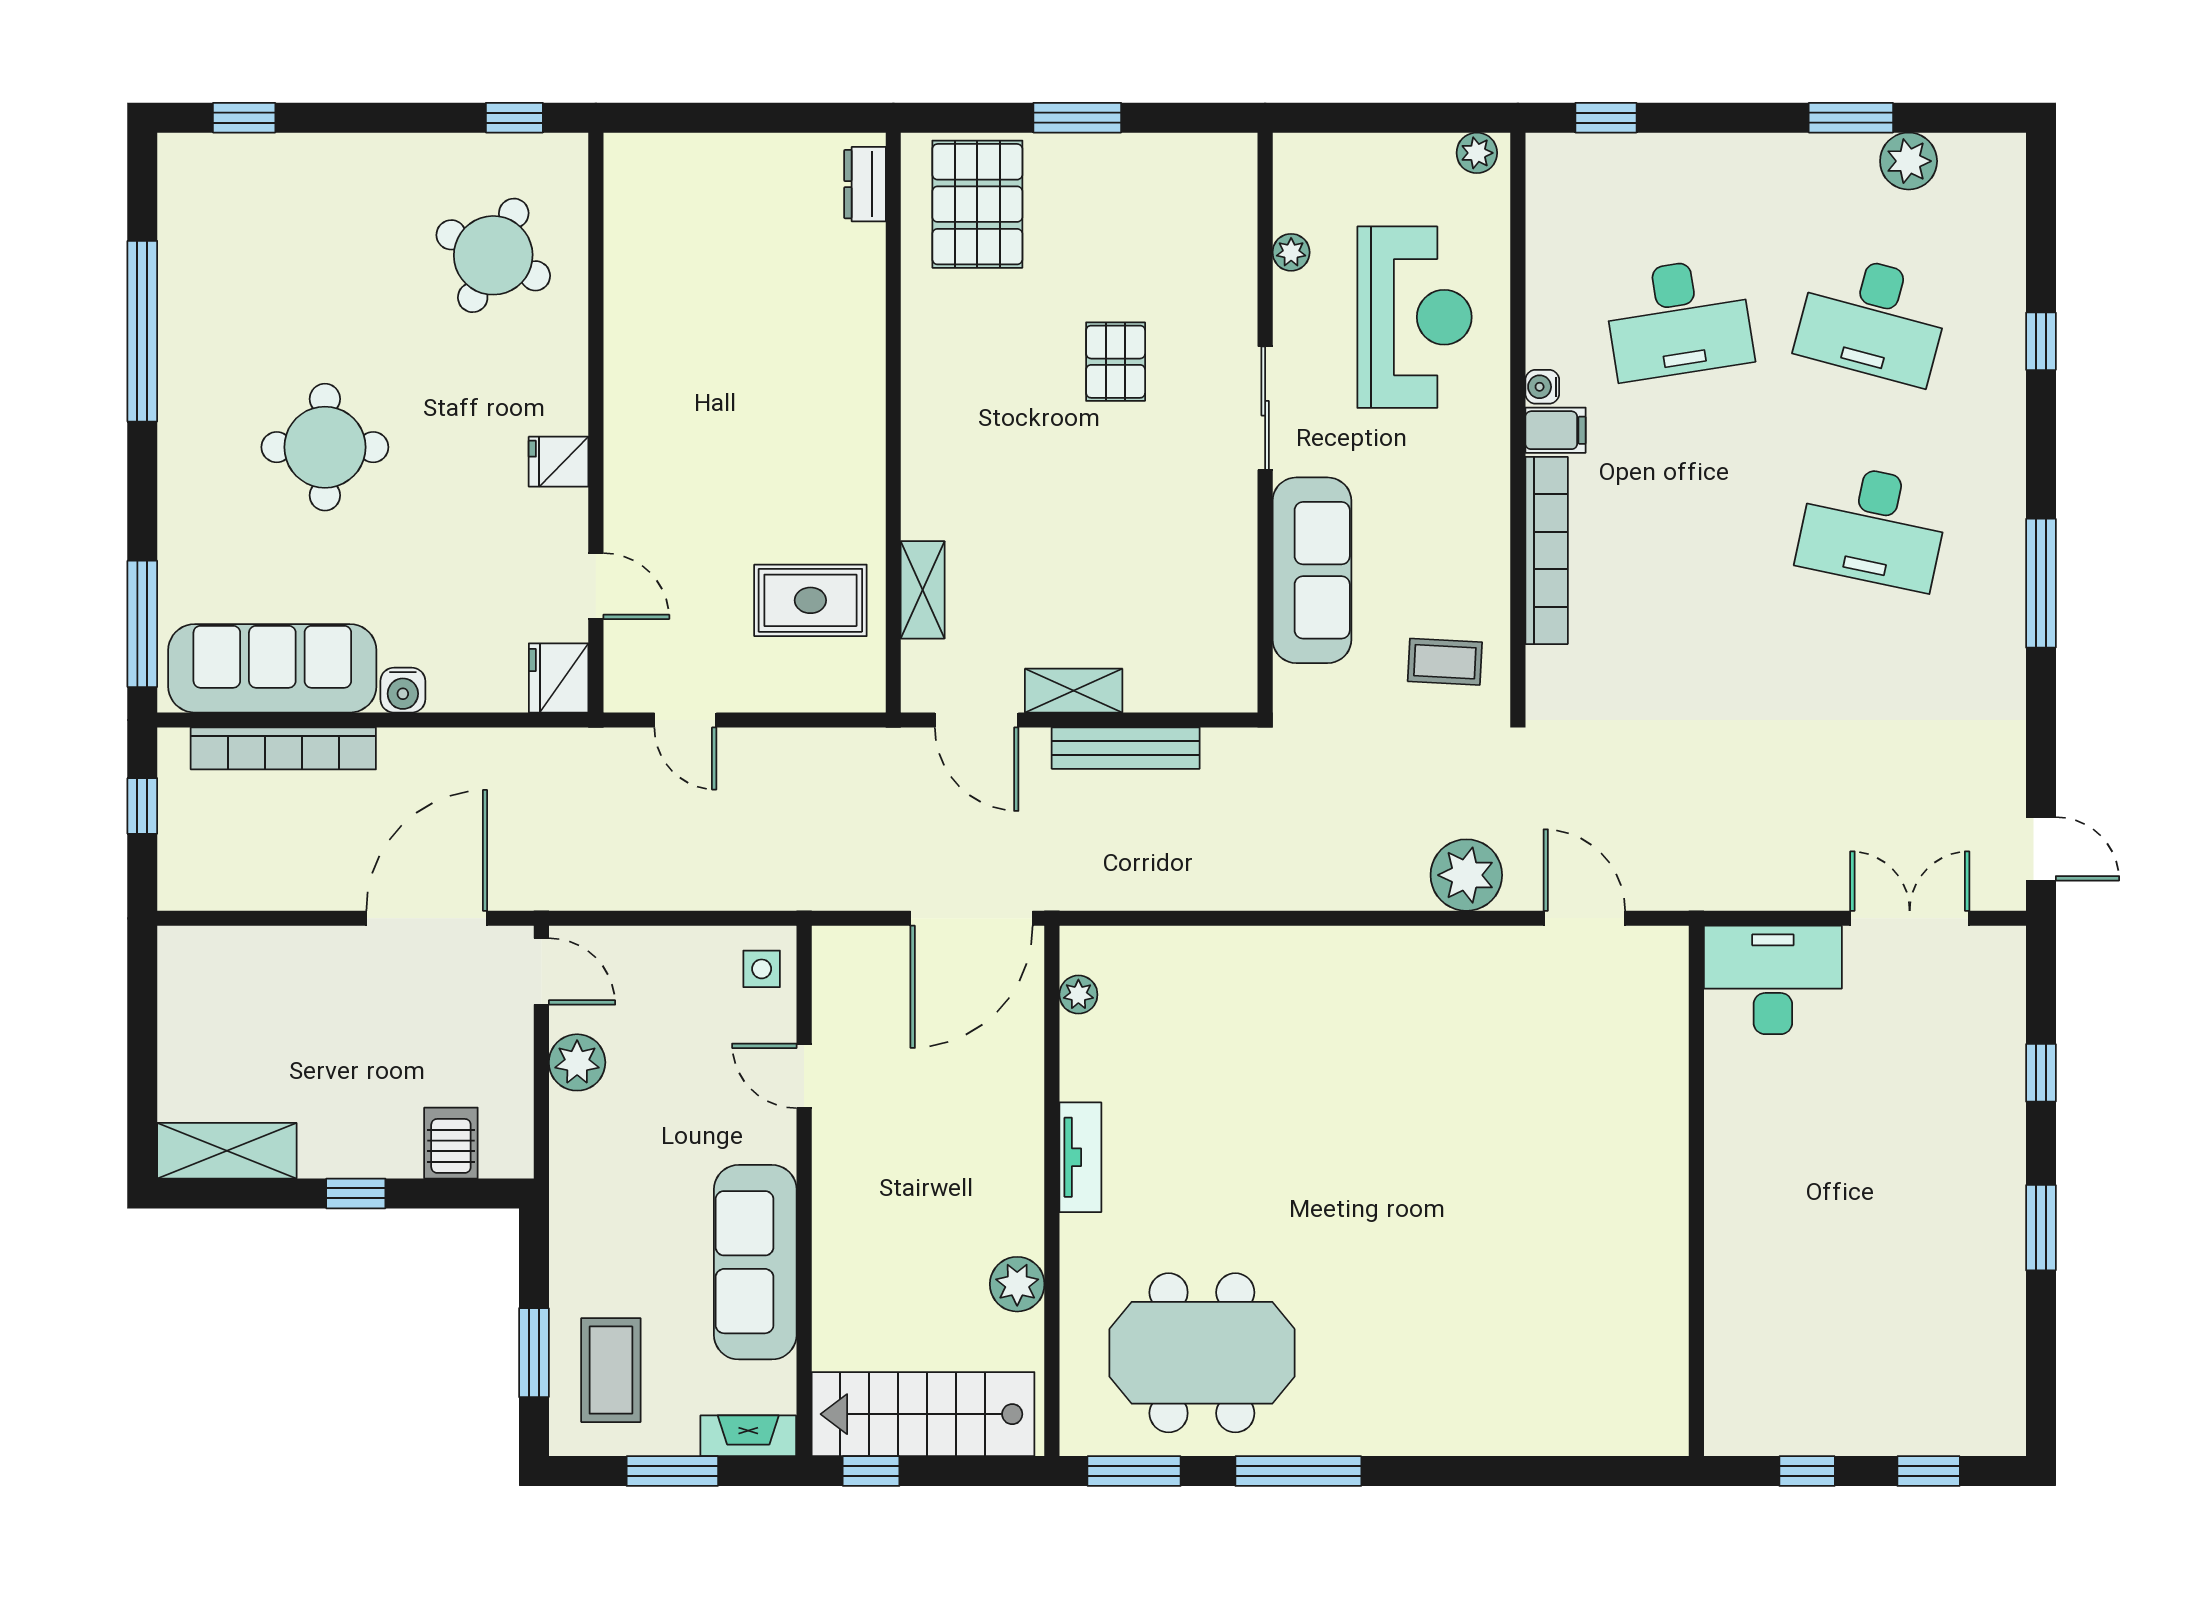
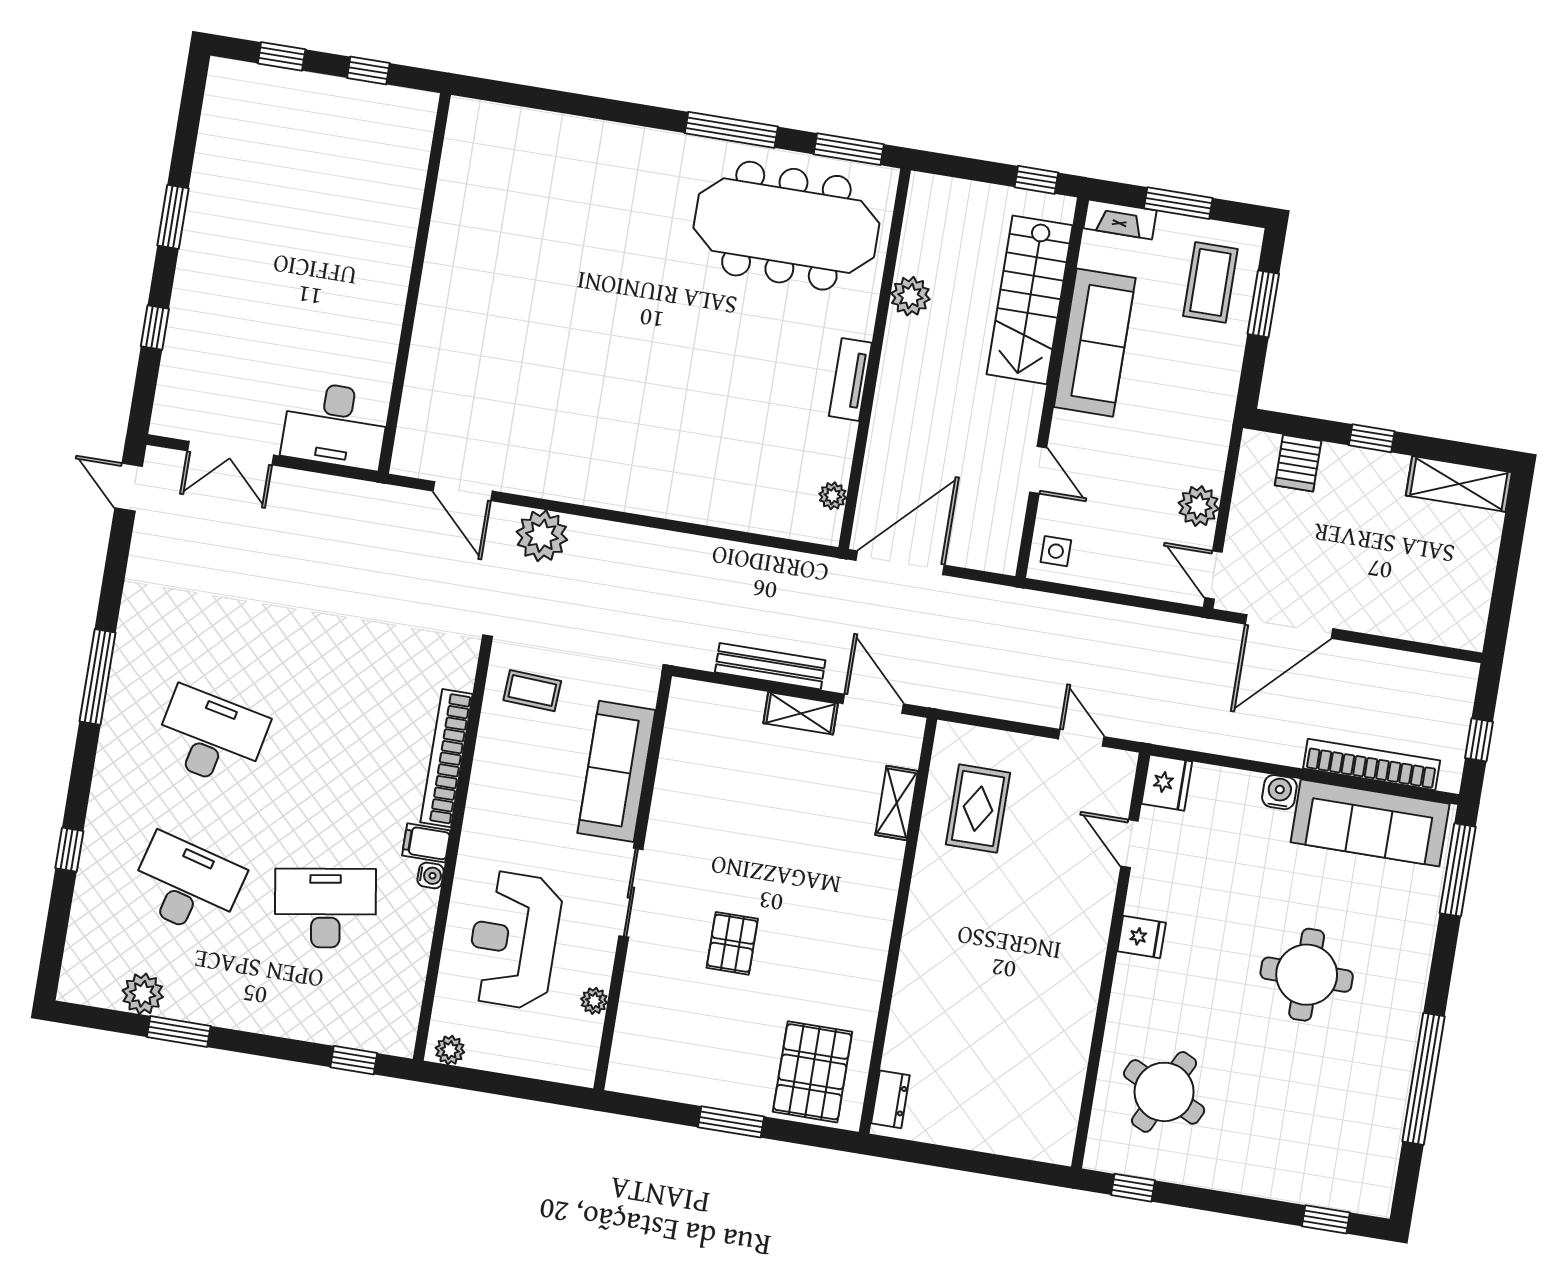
rug: (810, 600) -> (978, 809), turned 90
meeting table: (1202, 1353) -> (786, 226), width x1.36
stairs: (923, 1414) -> (1030, 300), moved, turned 90

